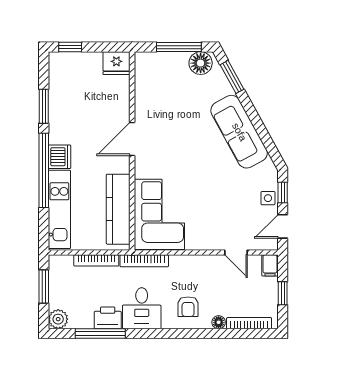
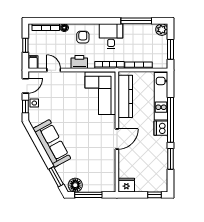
printer: (108, 318) -> (79, 62), moved, turned 180

